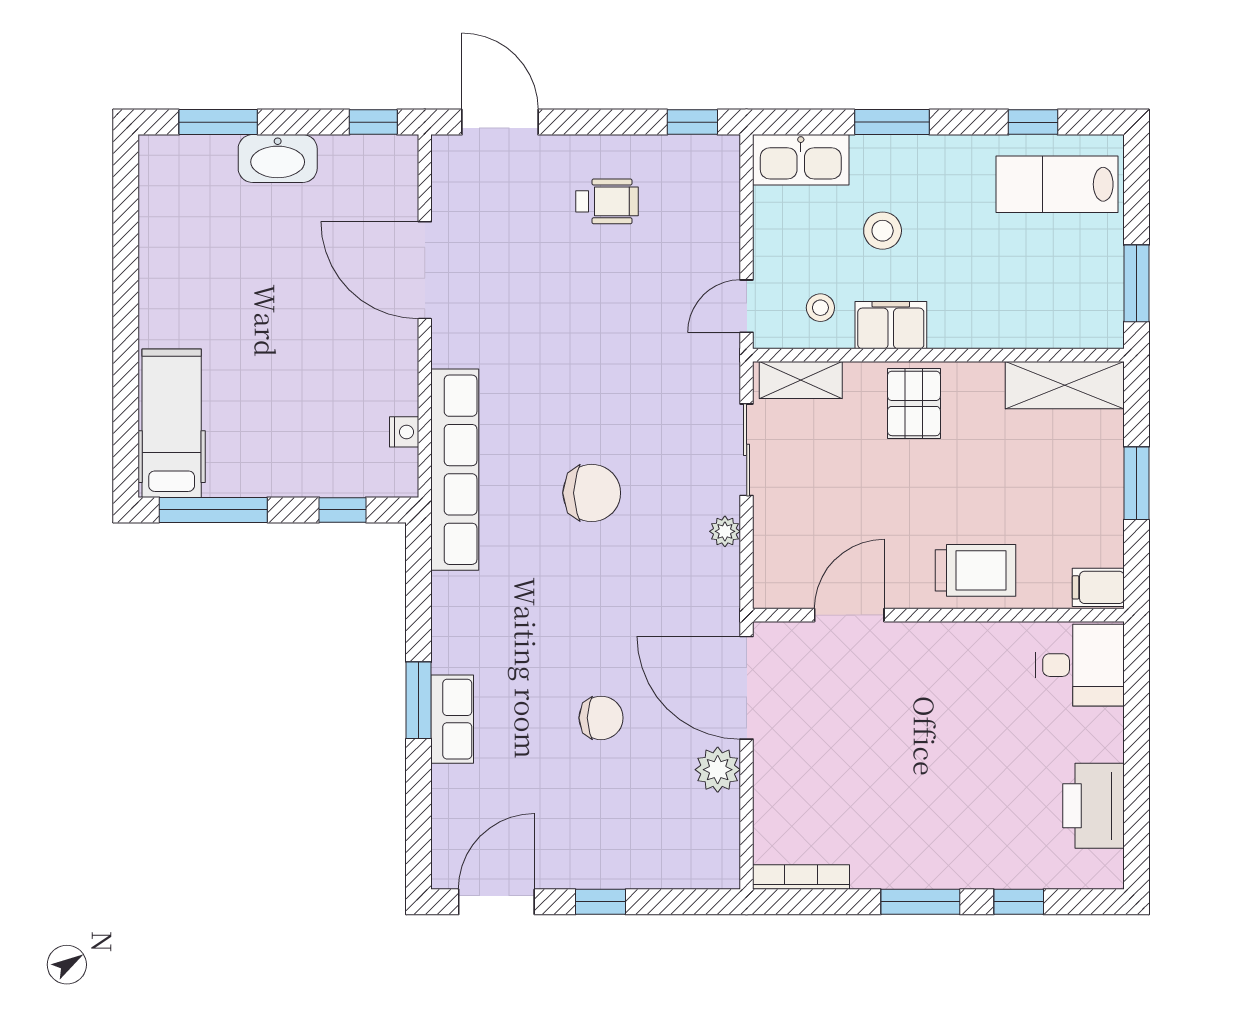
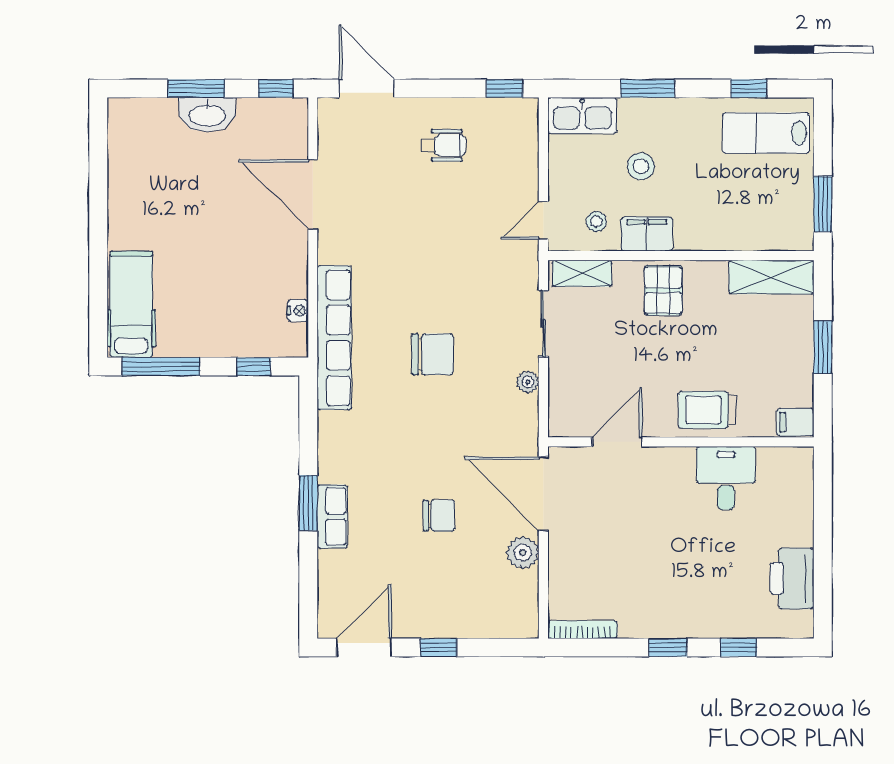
window: (218, 122) -> (196, 89), moved
trolley: (975, 570) -> (707, 410), turned 180
desk: (1080, 665) -> (726, 478), moved, turned -90
window: (920, 902) -> (668, 647), width x0.67

